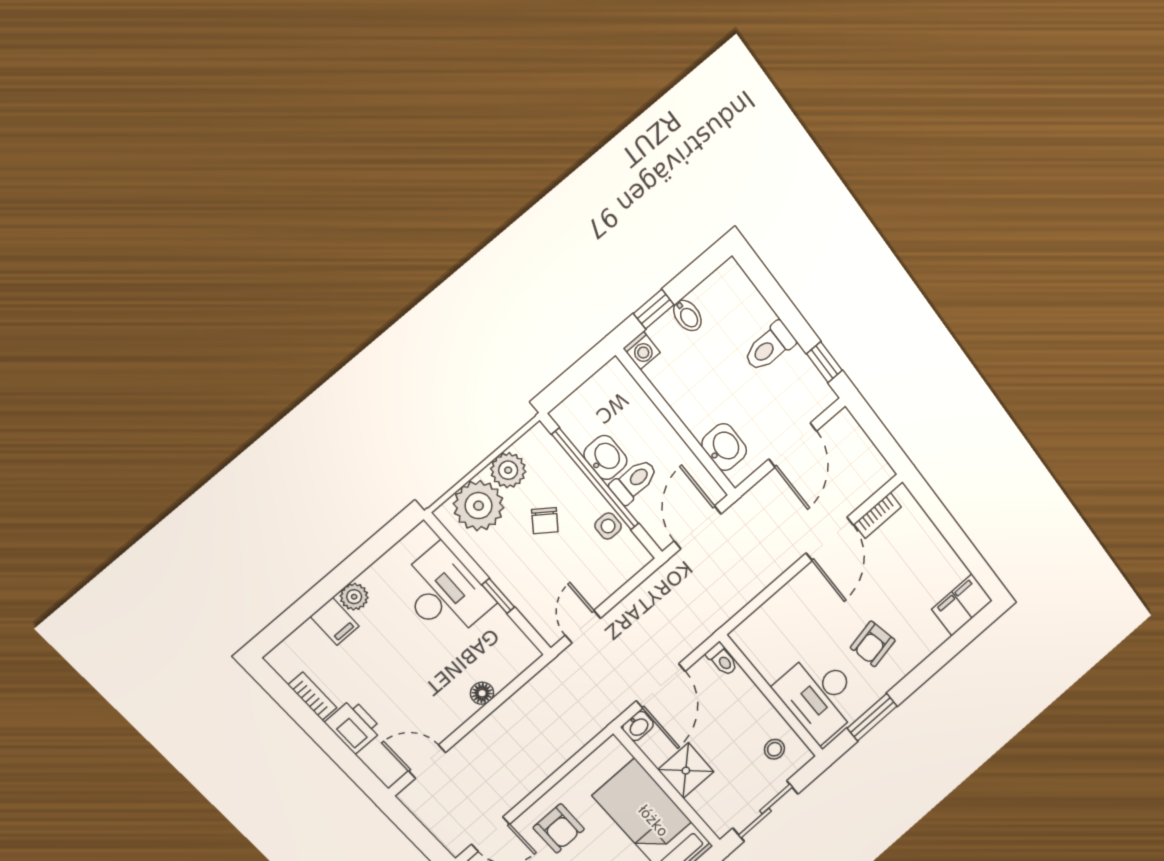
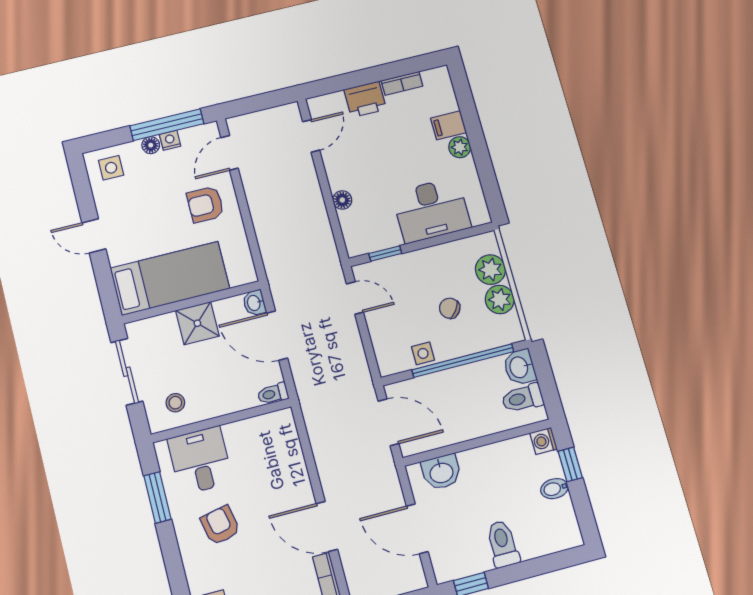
washbasin: (605, 457) -> (520, 367), moved, turned 90
toilet: (634, 481) -> (522, 398), moved, turned 90
plant: (479, 506) -> (490, 270), width x0.73, depth x0.73
window: (498, 596) -> (385, 253), moved
desk: (820, 696) -> (200, 460), width x0.73

